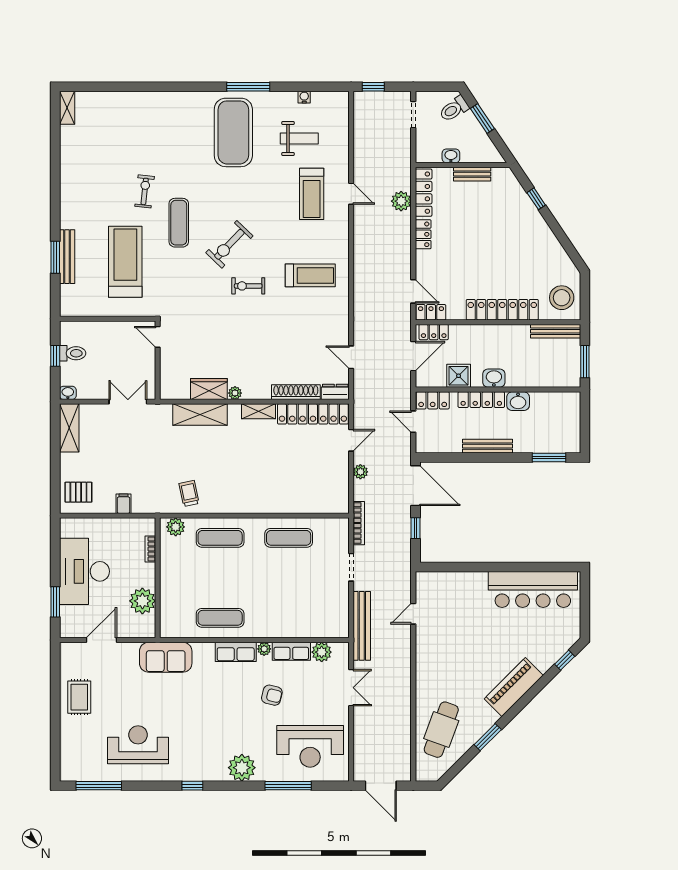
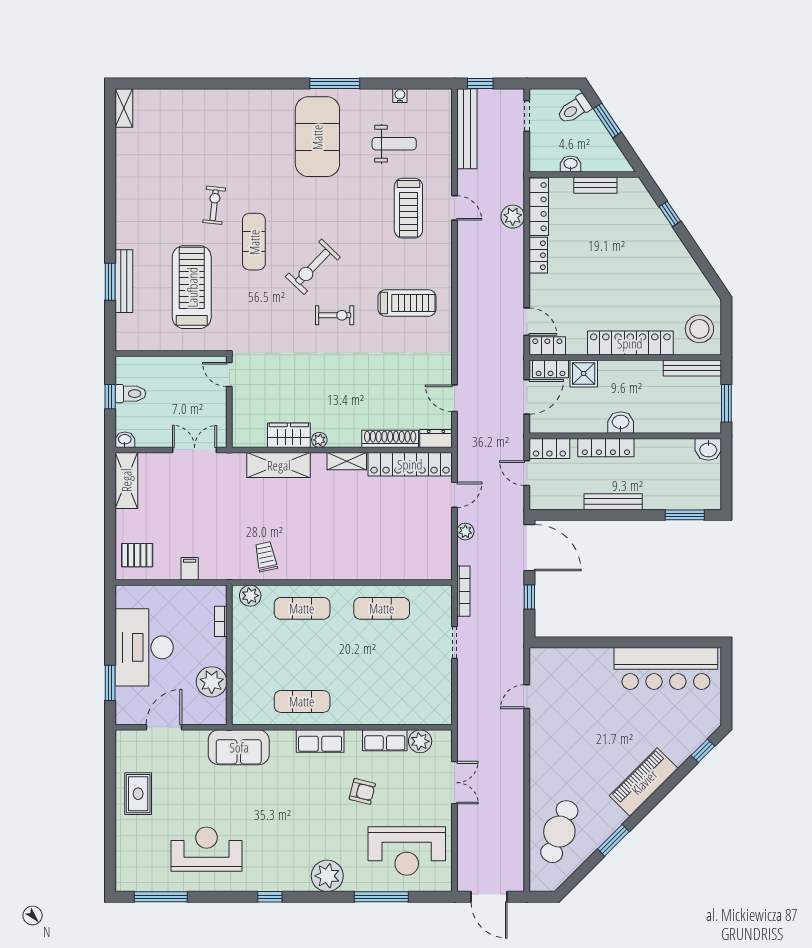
exercise bike: (248, 286) -> (335, 315), turned 180
shower: (459, 376) -> (584, 373), moved
washbasin: (518, 401) -> (708, 449), moved
bench: (362, 626) -> (467, 129), moved
plant: (264, 649) -> (353, 738), removed

